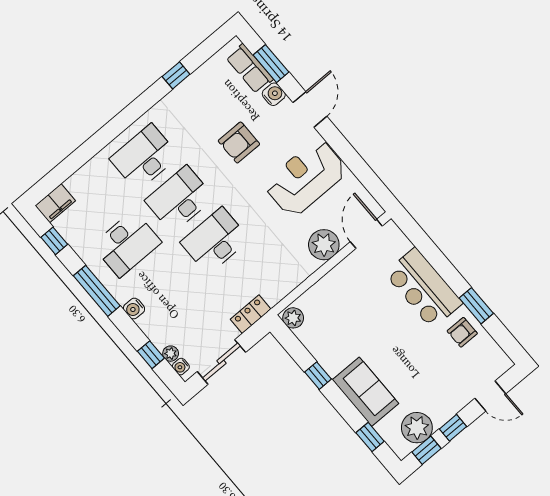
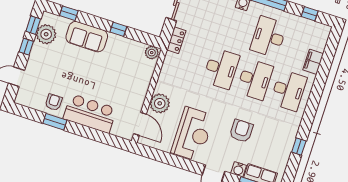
filing cabinet: (55, 203) -> (313, 62), moved

